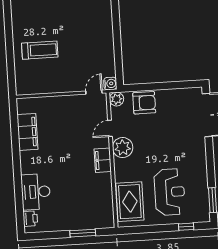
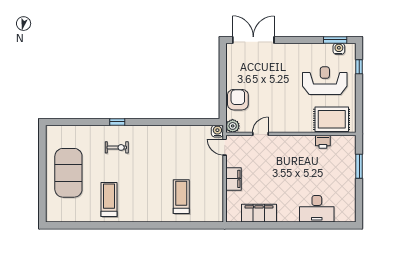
door: (110, 128) -> (260, 134), swing flipped
plant: (123, 148) -> (279, 123), removed
filing cabinet: (103, 160) -> (234, 179), moved, turned -90
water cooler: (204, 205) -> (339, 49), added
printer: (30, 219) -> (323, 142), moved, turned 180

